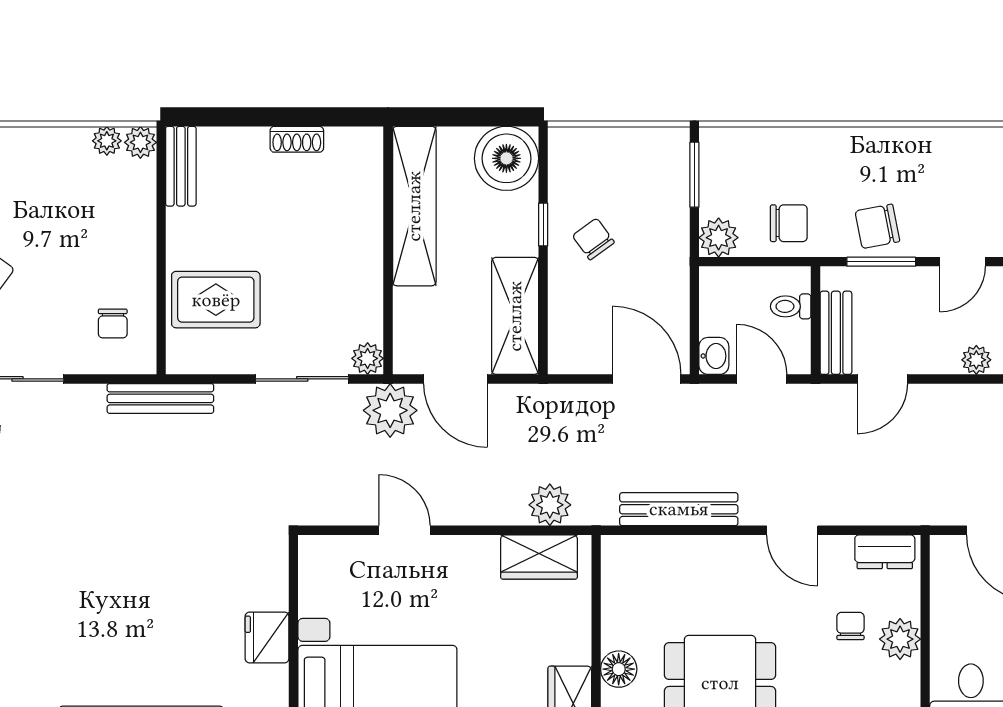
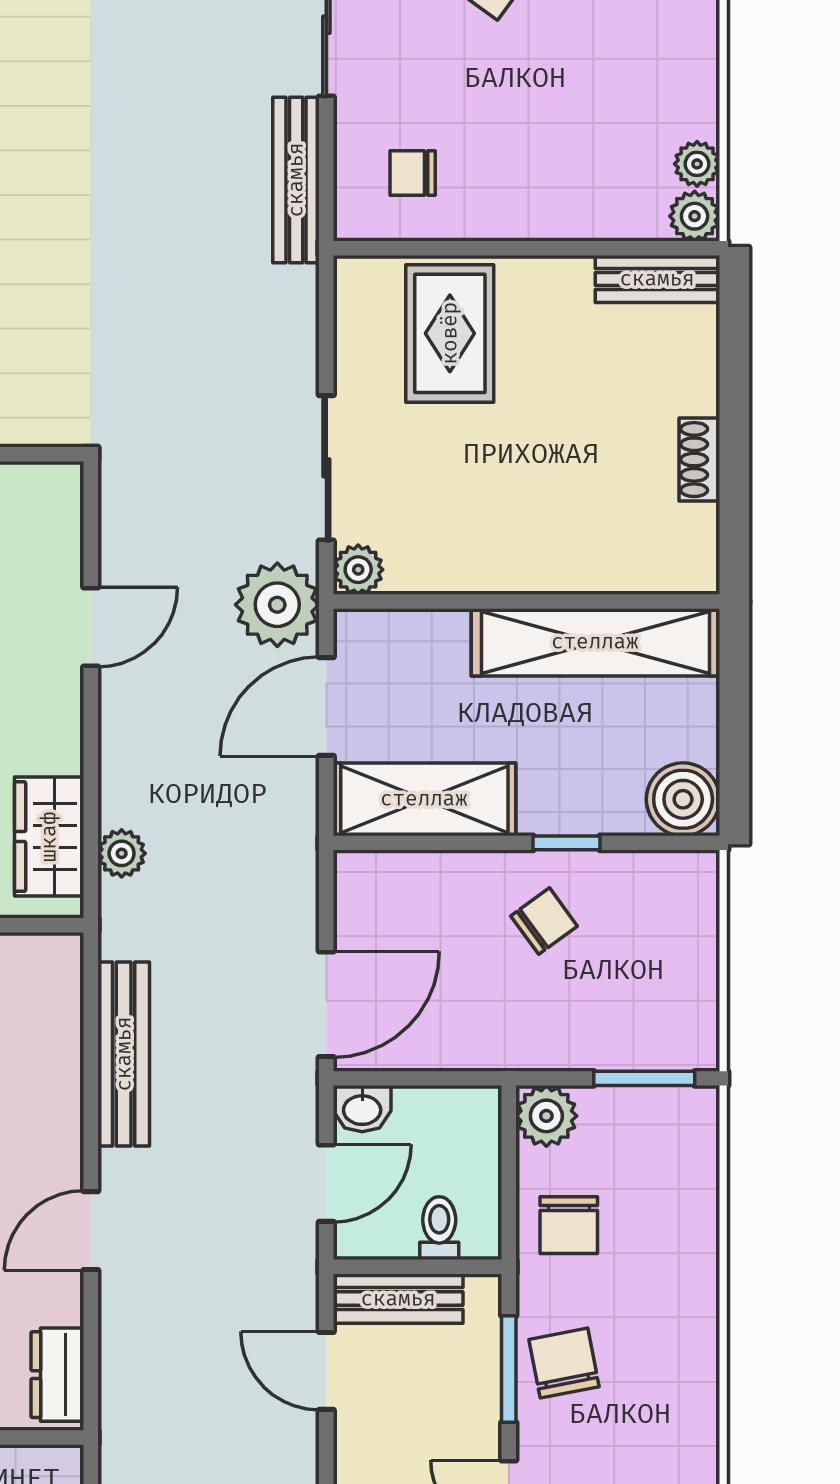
boiler: (506, 158) -> (683, 799), width x0.73, depth x0.73
bench: (160, 398) -> (296, 180), moved
plant: (550, 505) -> (122, 853), width x0.73, depth x0.73

